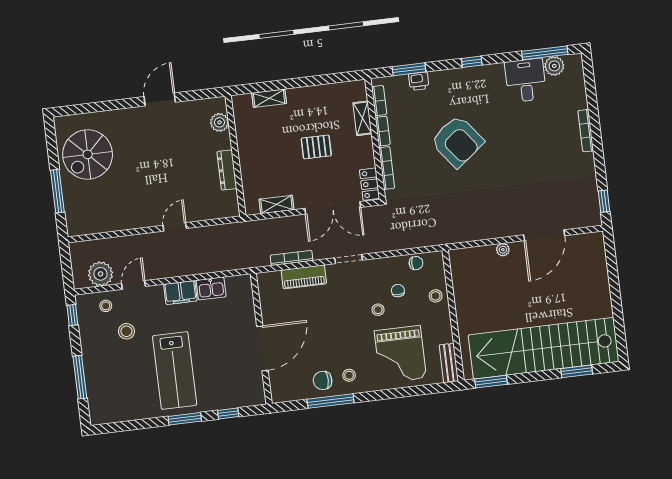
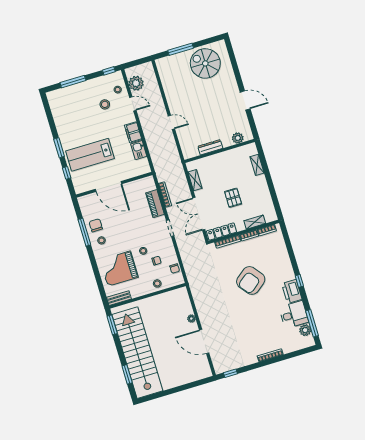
window: (409, 69) -> (288, 245), removed
printer: (419, 81) -> (292, 291), moved, width x1.87, depth x1.48
locker: (370, 184) -> (221, 232), width x1.53
lab bench: (175, 370) -> (90, 155), moved

